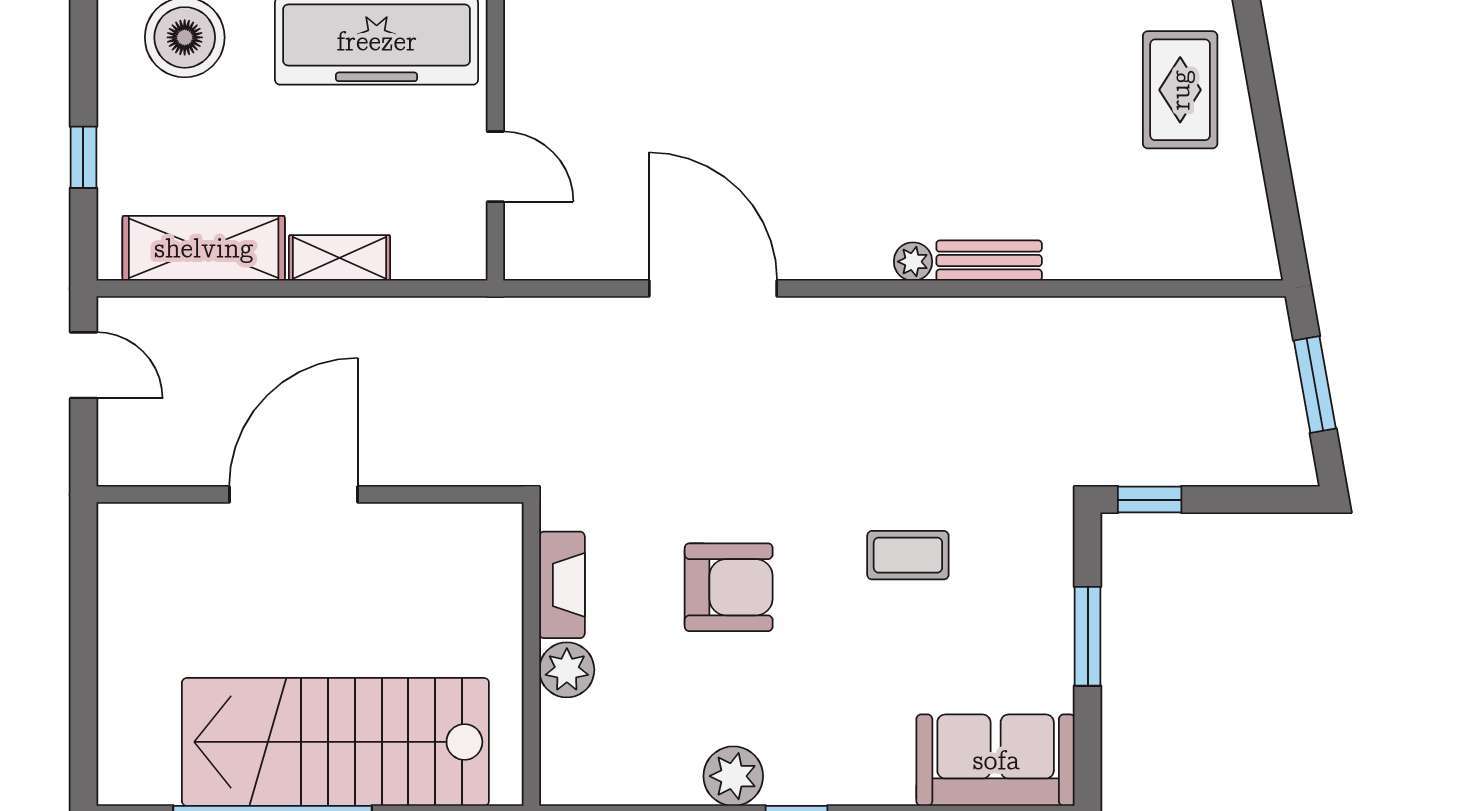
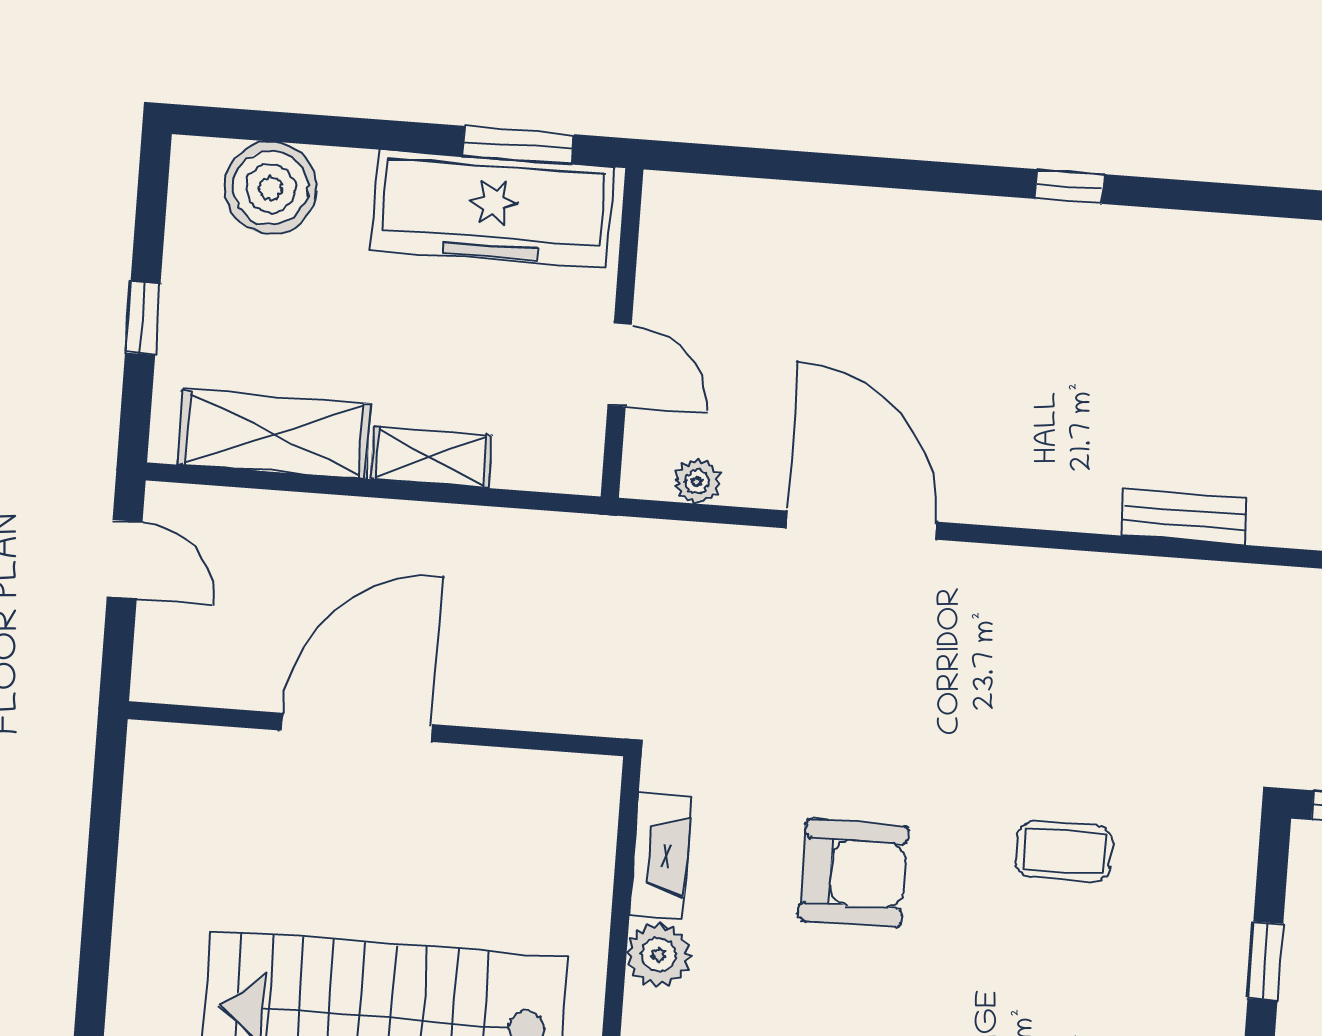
plant: (913, 262) -> (697, 481), moved
window: (1088, 636) -> (1265, 961), width x0.67

